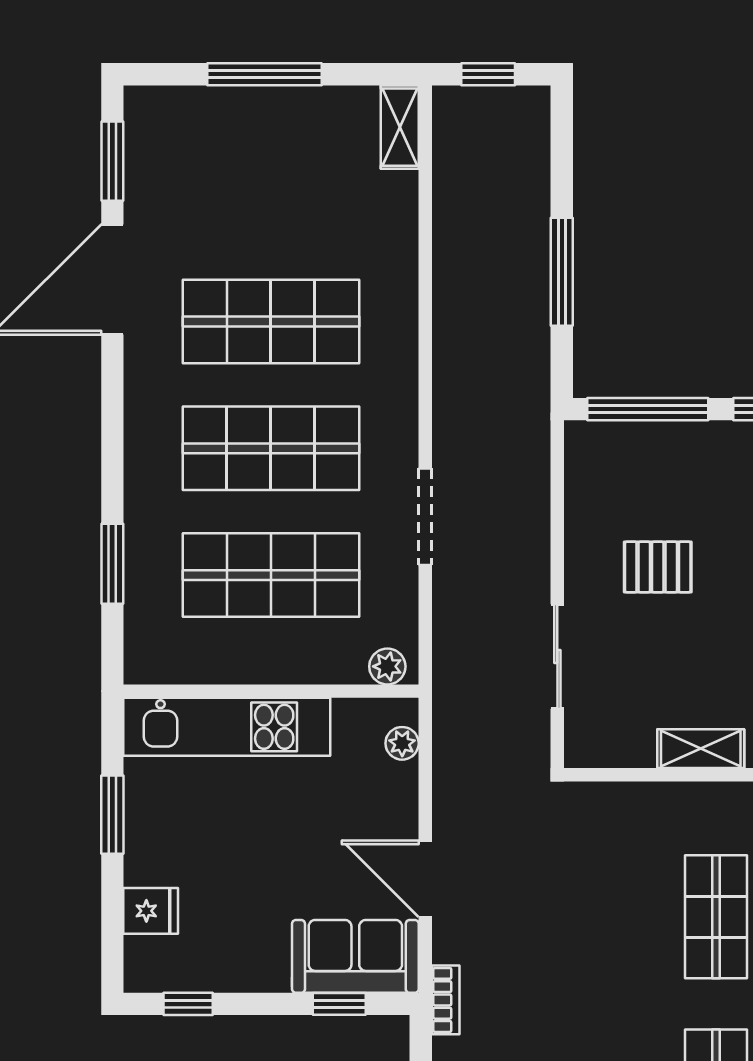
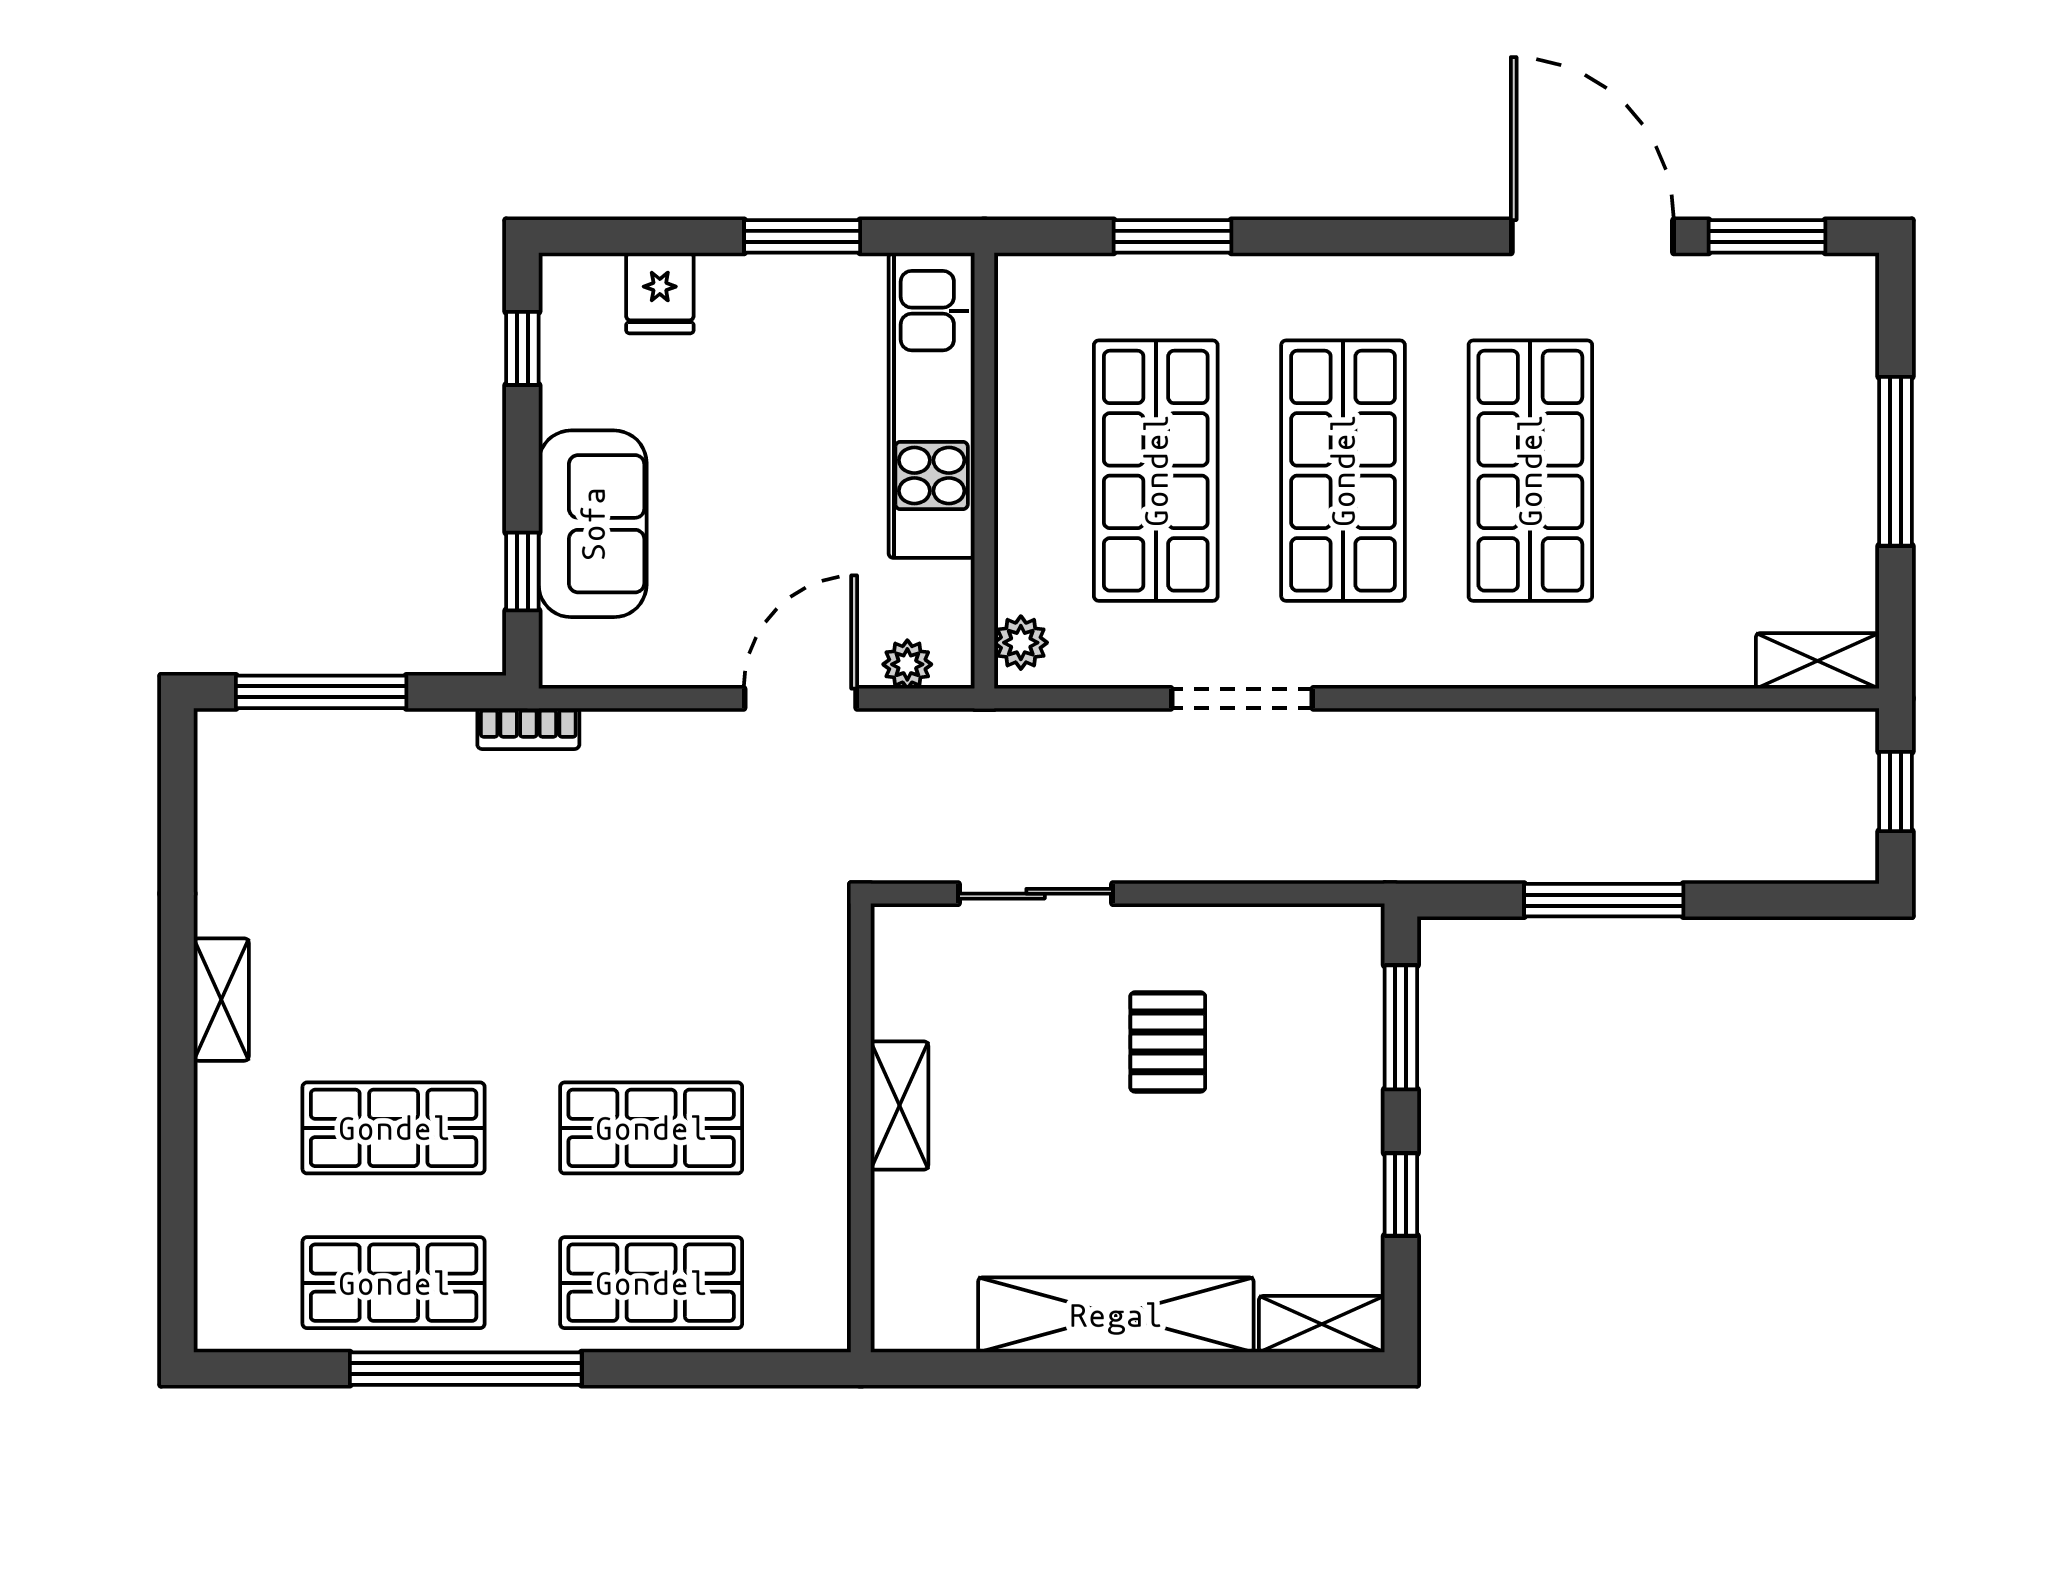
window: (648, 409) -> (1401, 1027), width x0.69
door: (425, 879) -> (800, 698), moved
sofa: (355, 956) -> (593, 524), moved

